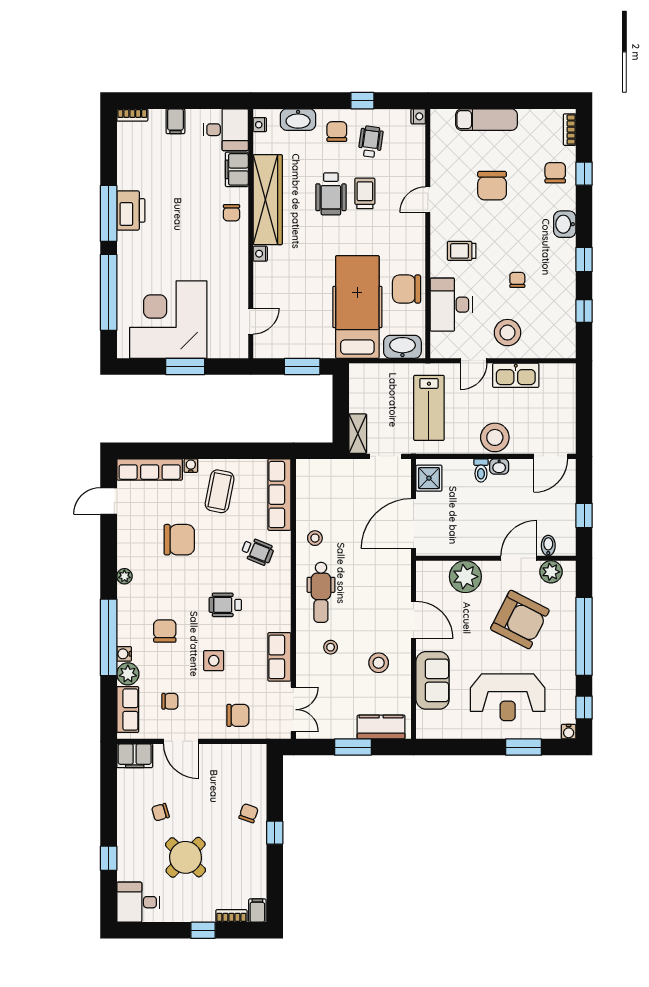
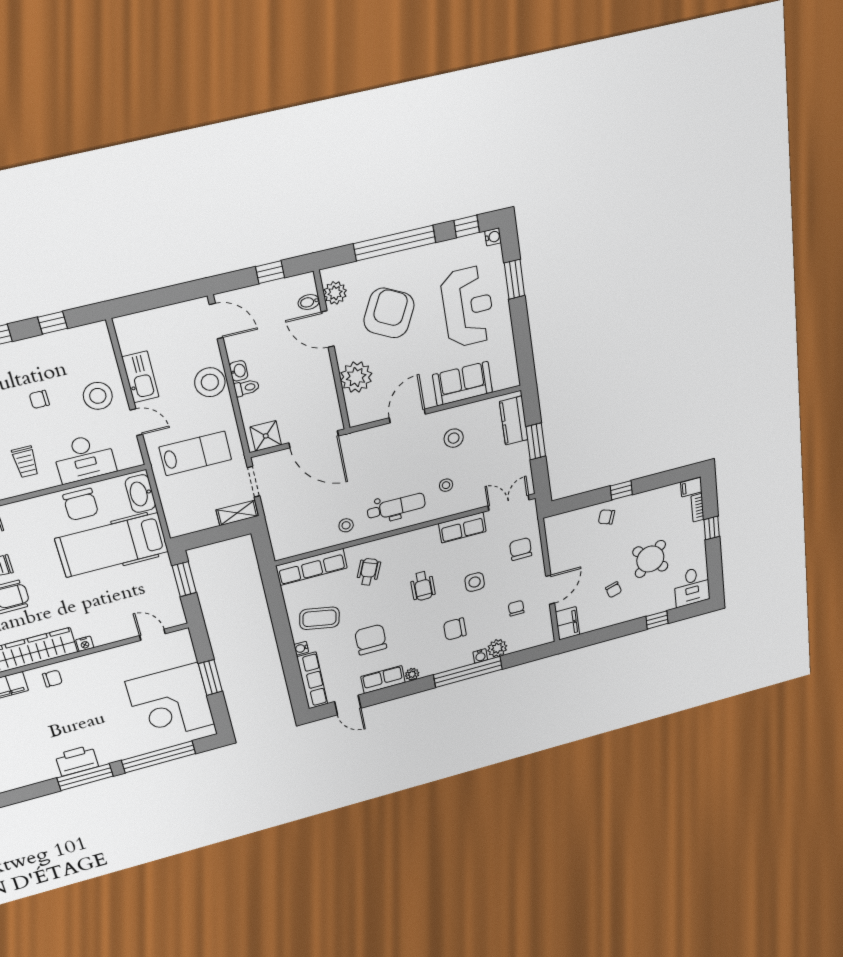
row of seats: (128, 710) -> (383, 680), moved

